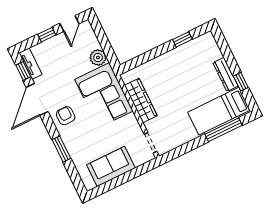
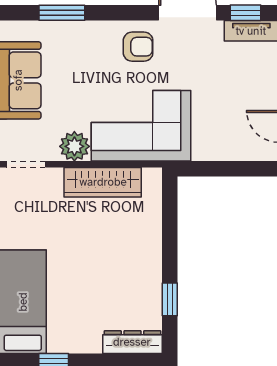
plant: (98, 58) -> (74, 146), moved
dresser: (225, 74) -> (132, 342), moved
window: (61, 149) -> (62, 13), moved

